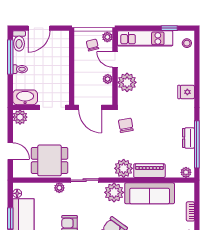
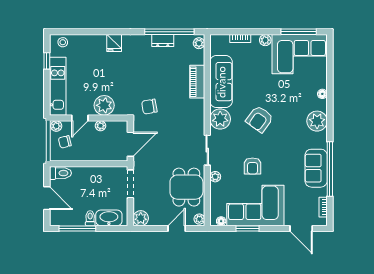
toilet: (19, 41) -> (60, 173), moved
washbasin: (25, 97) -> (109, 218), moved, turned 90
plant: (124, 168) -> (199, 219), moved, width x0.53, depth x0.53

